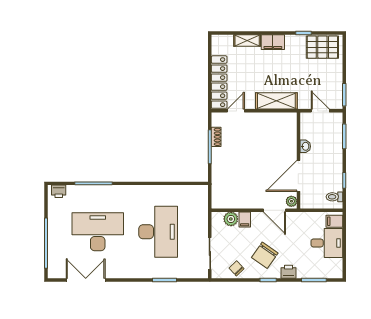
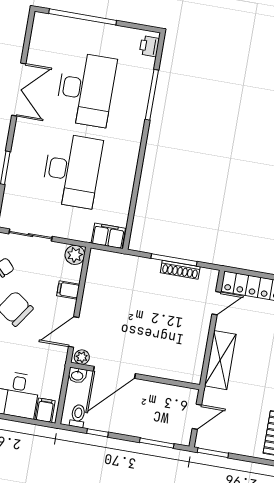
door: (236, 111) -> (216, 303), hinge flipped
shoe rack: (216, 137) -> (180, 270), width x1.43
washbasin: (305, 146) -> (77, 375), moved
door: (298, 176) -> (114, 372), swing flipped
filing cabinet: (201, 197) -> (108, 236), added
plant: (231, 219) -> (75, 255), moved
desk: (158, 232) -> (72, 170), turned -90
double door: (86, 280) -> (19, 90), moved

